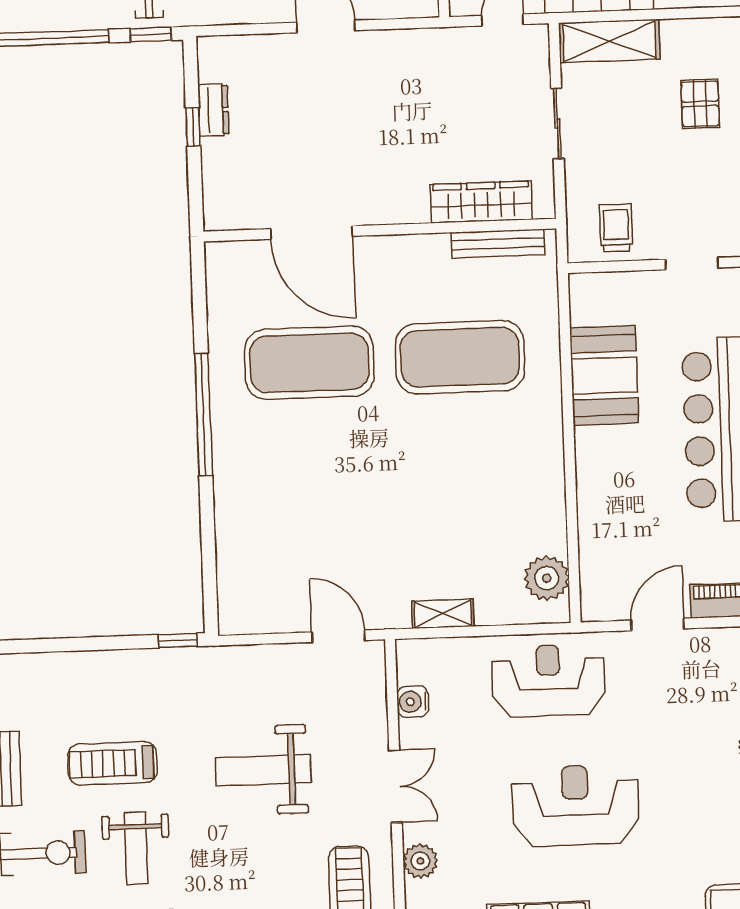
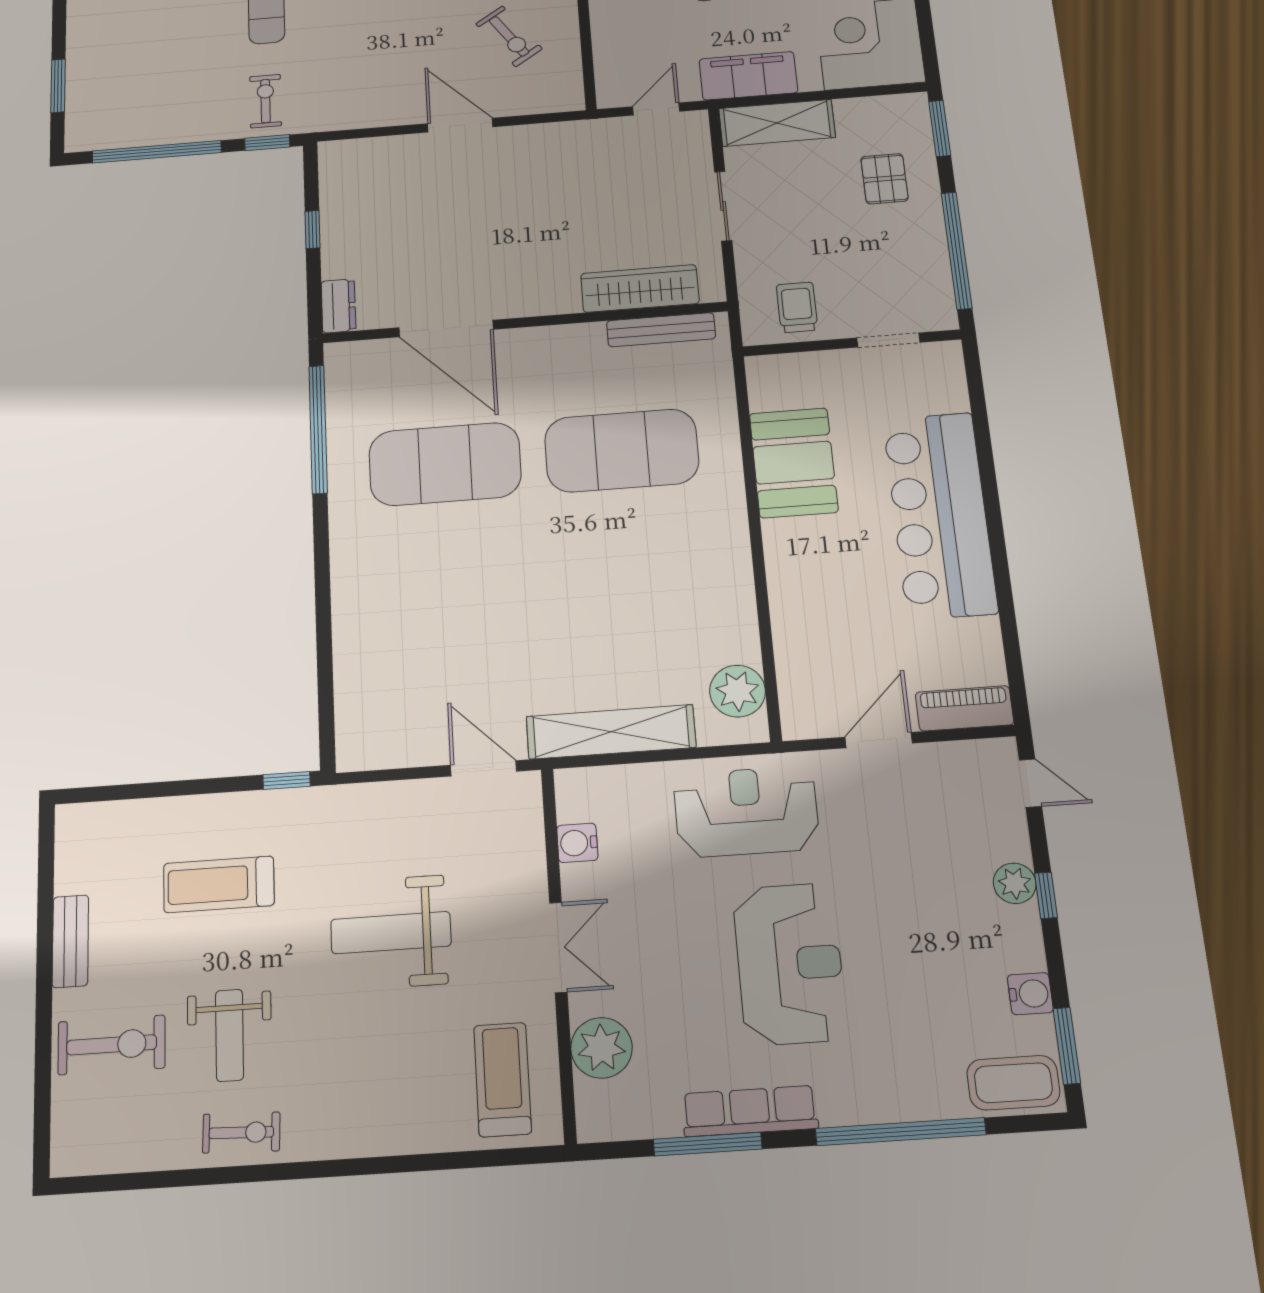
dresser: (213, 110) -> (338, 306), moved
window: (204, 414) -> (318, 429), moved
shelving: (443, 614) -> (611, 732), width x2.20, depth x1.33
treadmill: (112, 763) -> (219, 884), moved
reception desk: (576, 805) -> (790, 964), turned 90
plant: (420, 861) -> (601, 1048), width x1.36, depth x1.36

